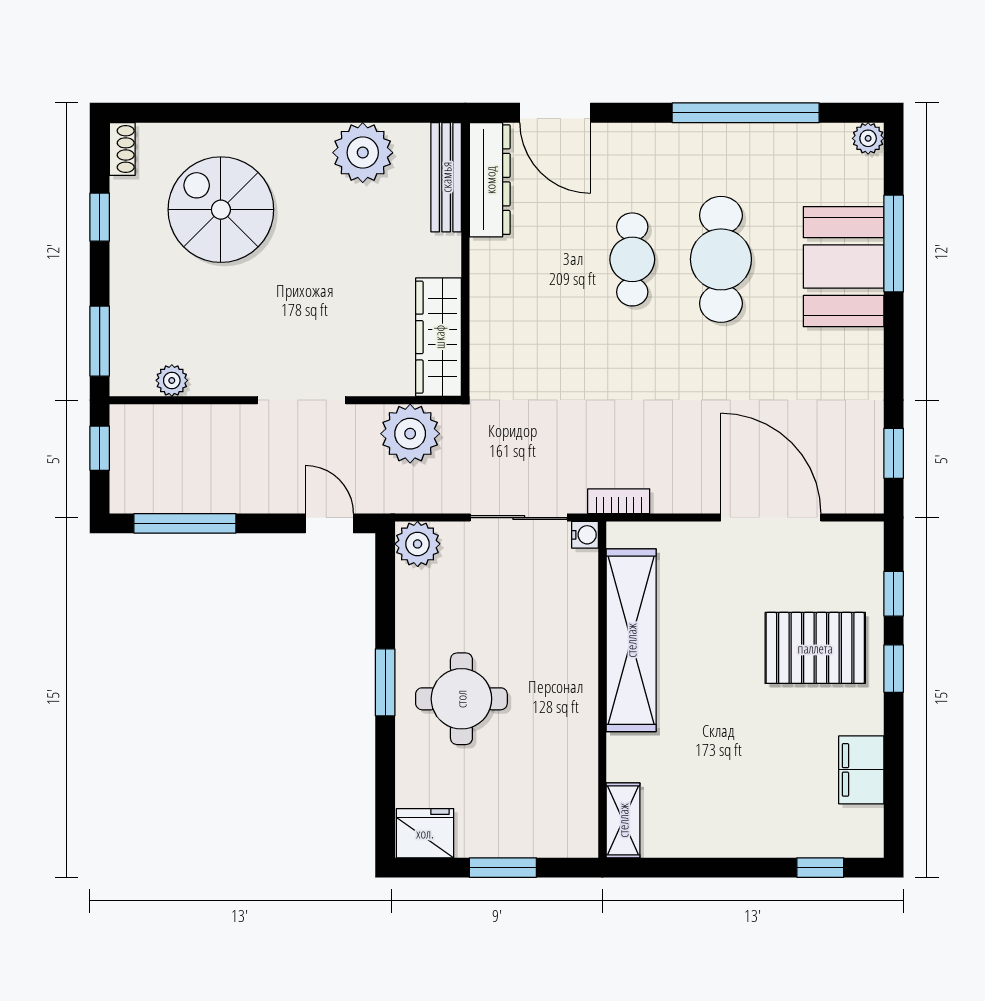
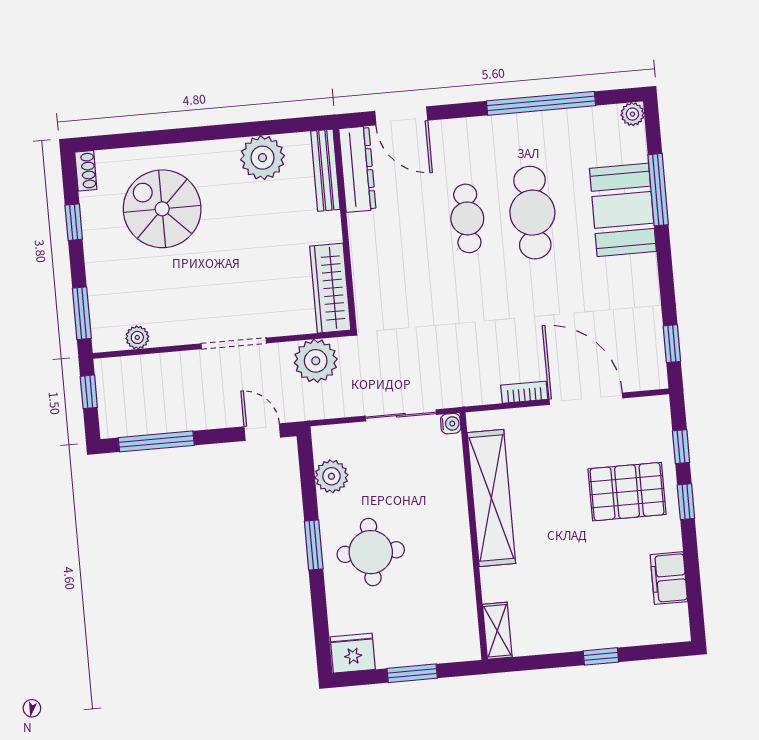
bookcase: (619, 501) -> (524, 392), moved
plant: (418, 544) -> (331, 476), moved
window: (820, 868) -> (601, 656), moved

